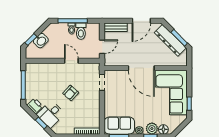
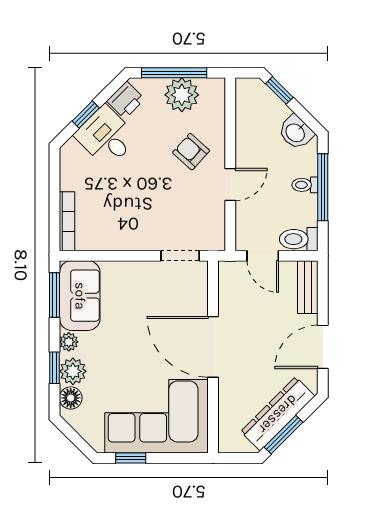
door: (141, 21) -> (323, 347), hinge flipped
toilet: (81, 31) -> (299, 239), moved
washbasin: (41, 41) -> (296, 132), moved
door: (141, 68) -> (213, 347), hinge flipped
plant: (33, 82) -> (182, 95), added
armchair: (71, 93) -> (191, 152), moved

